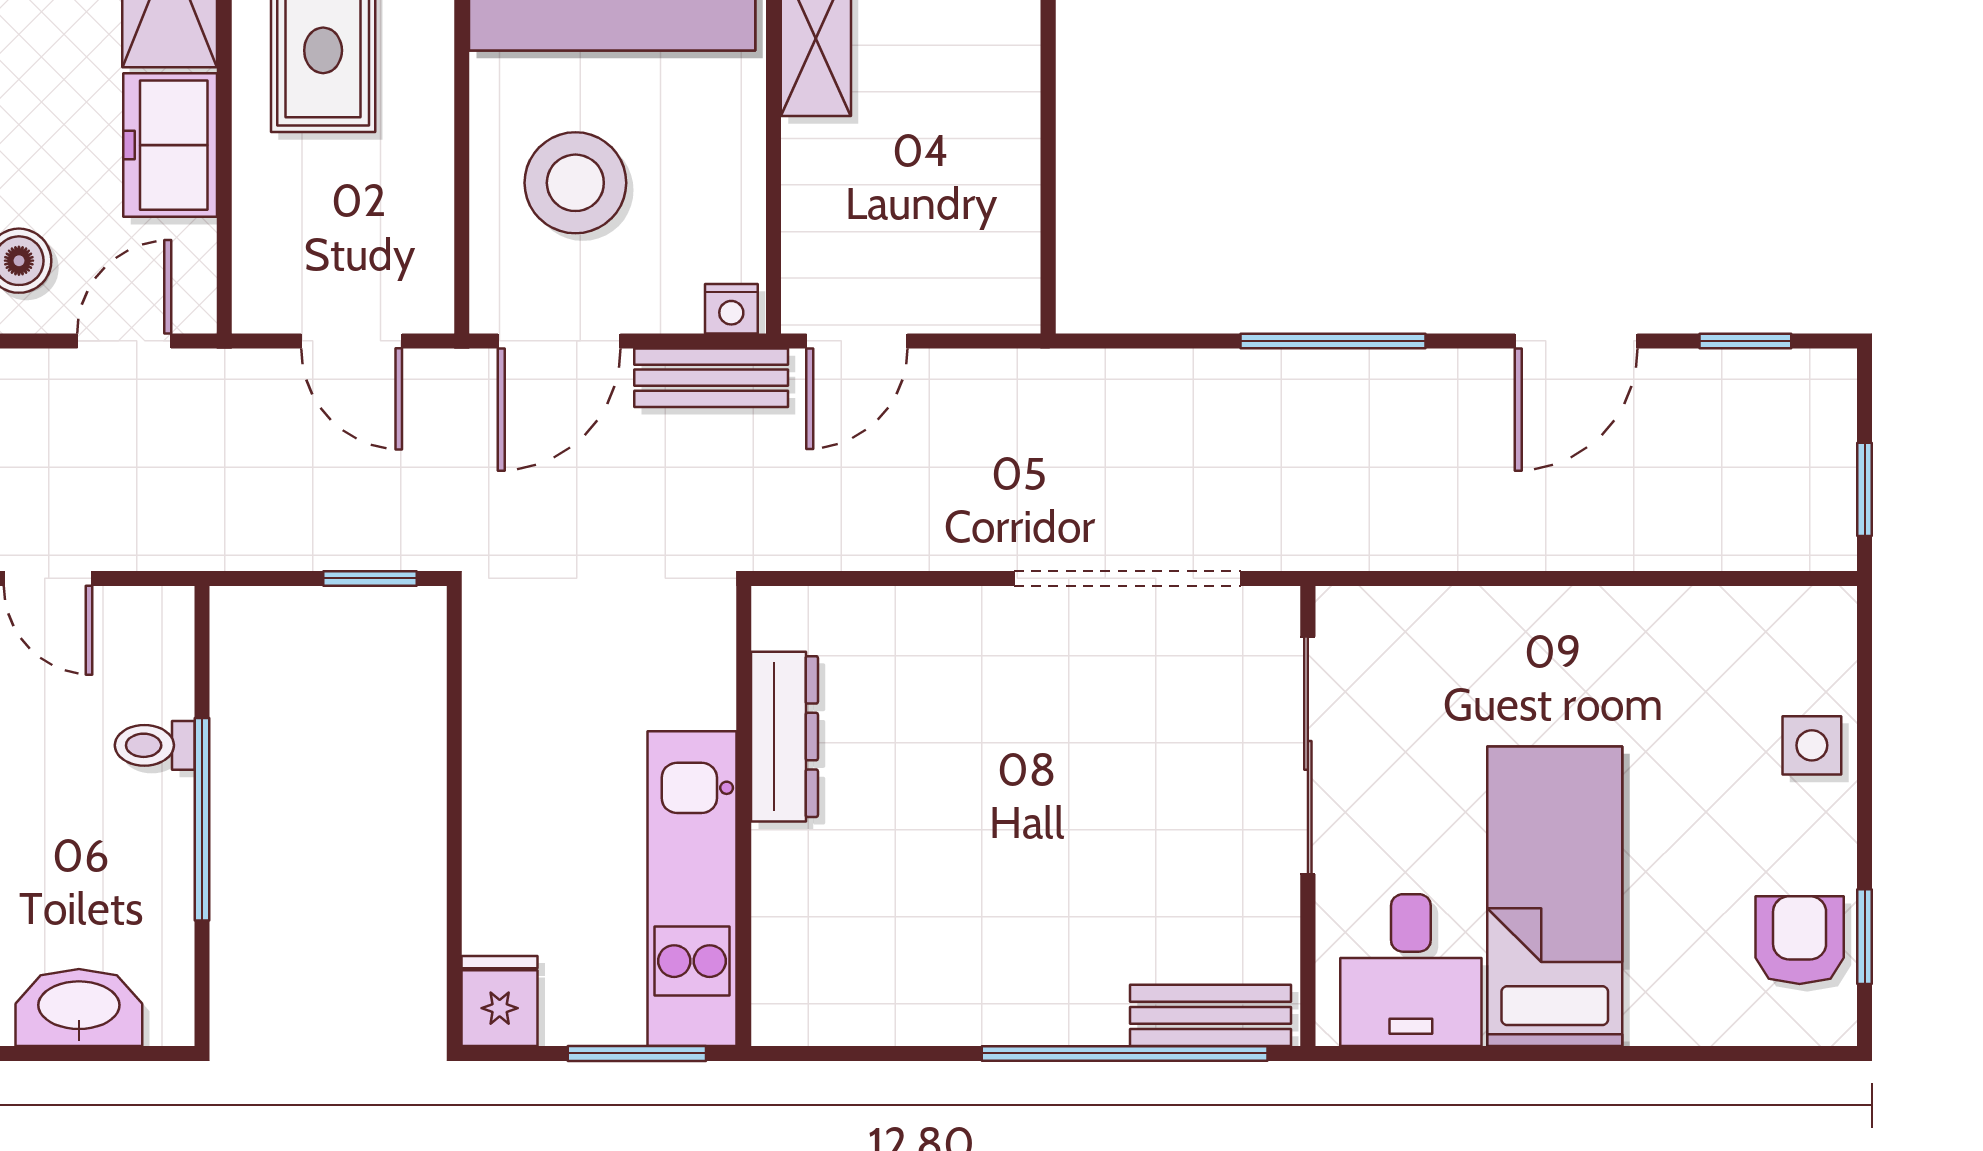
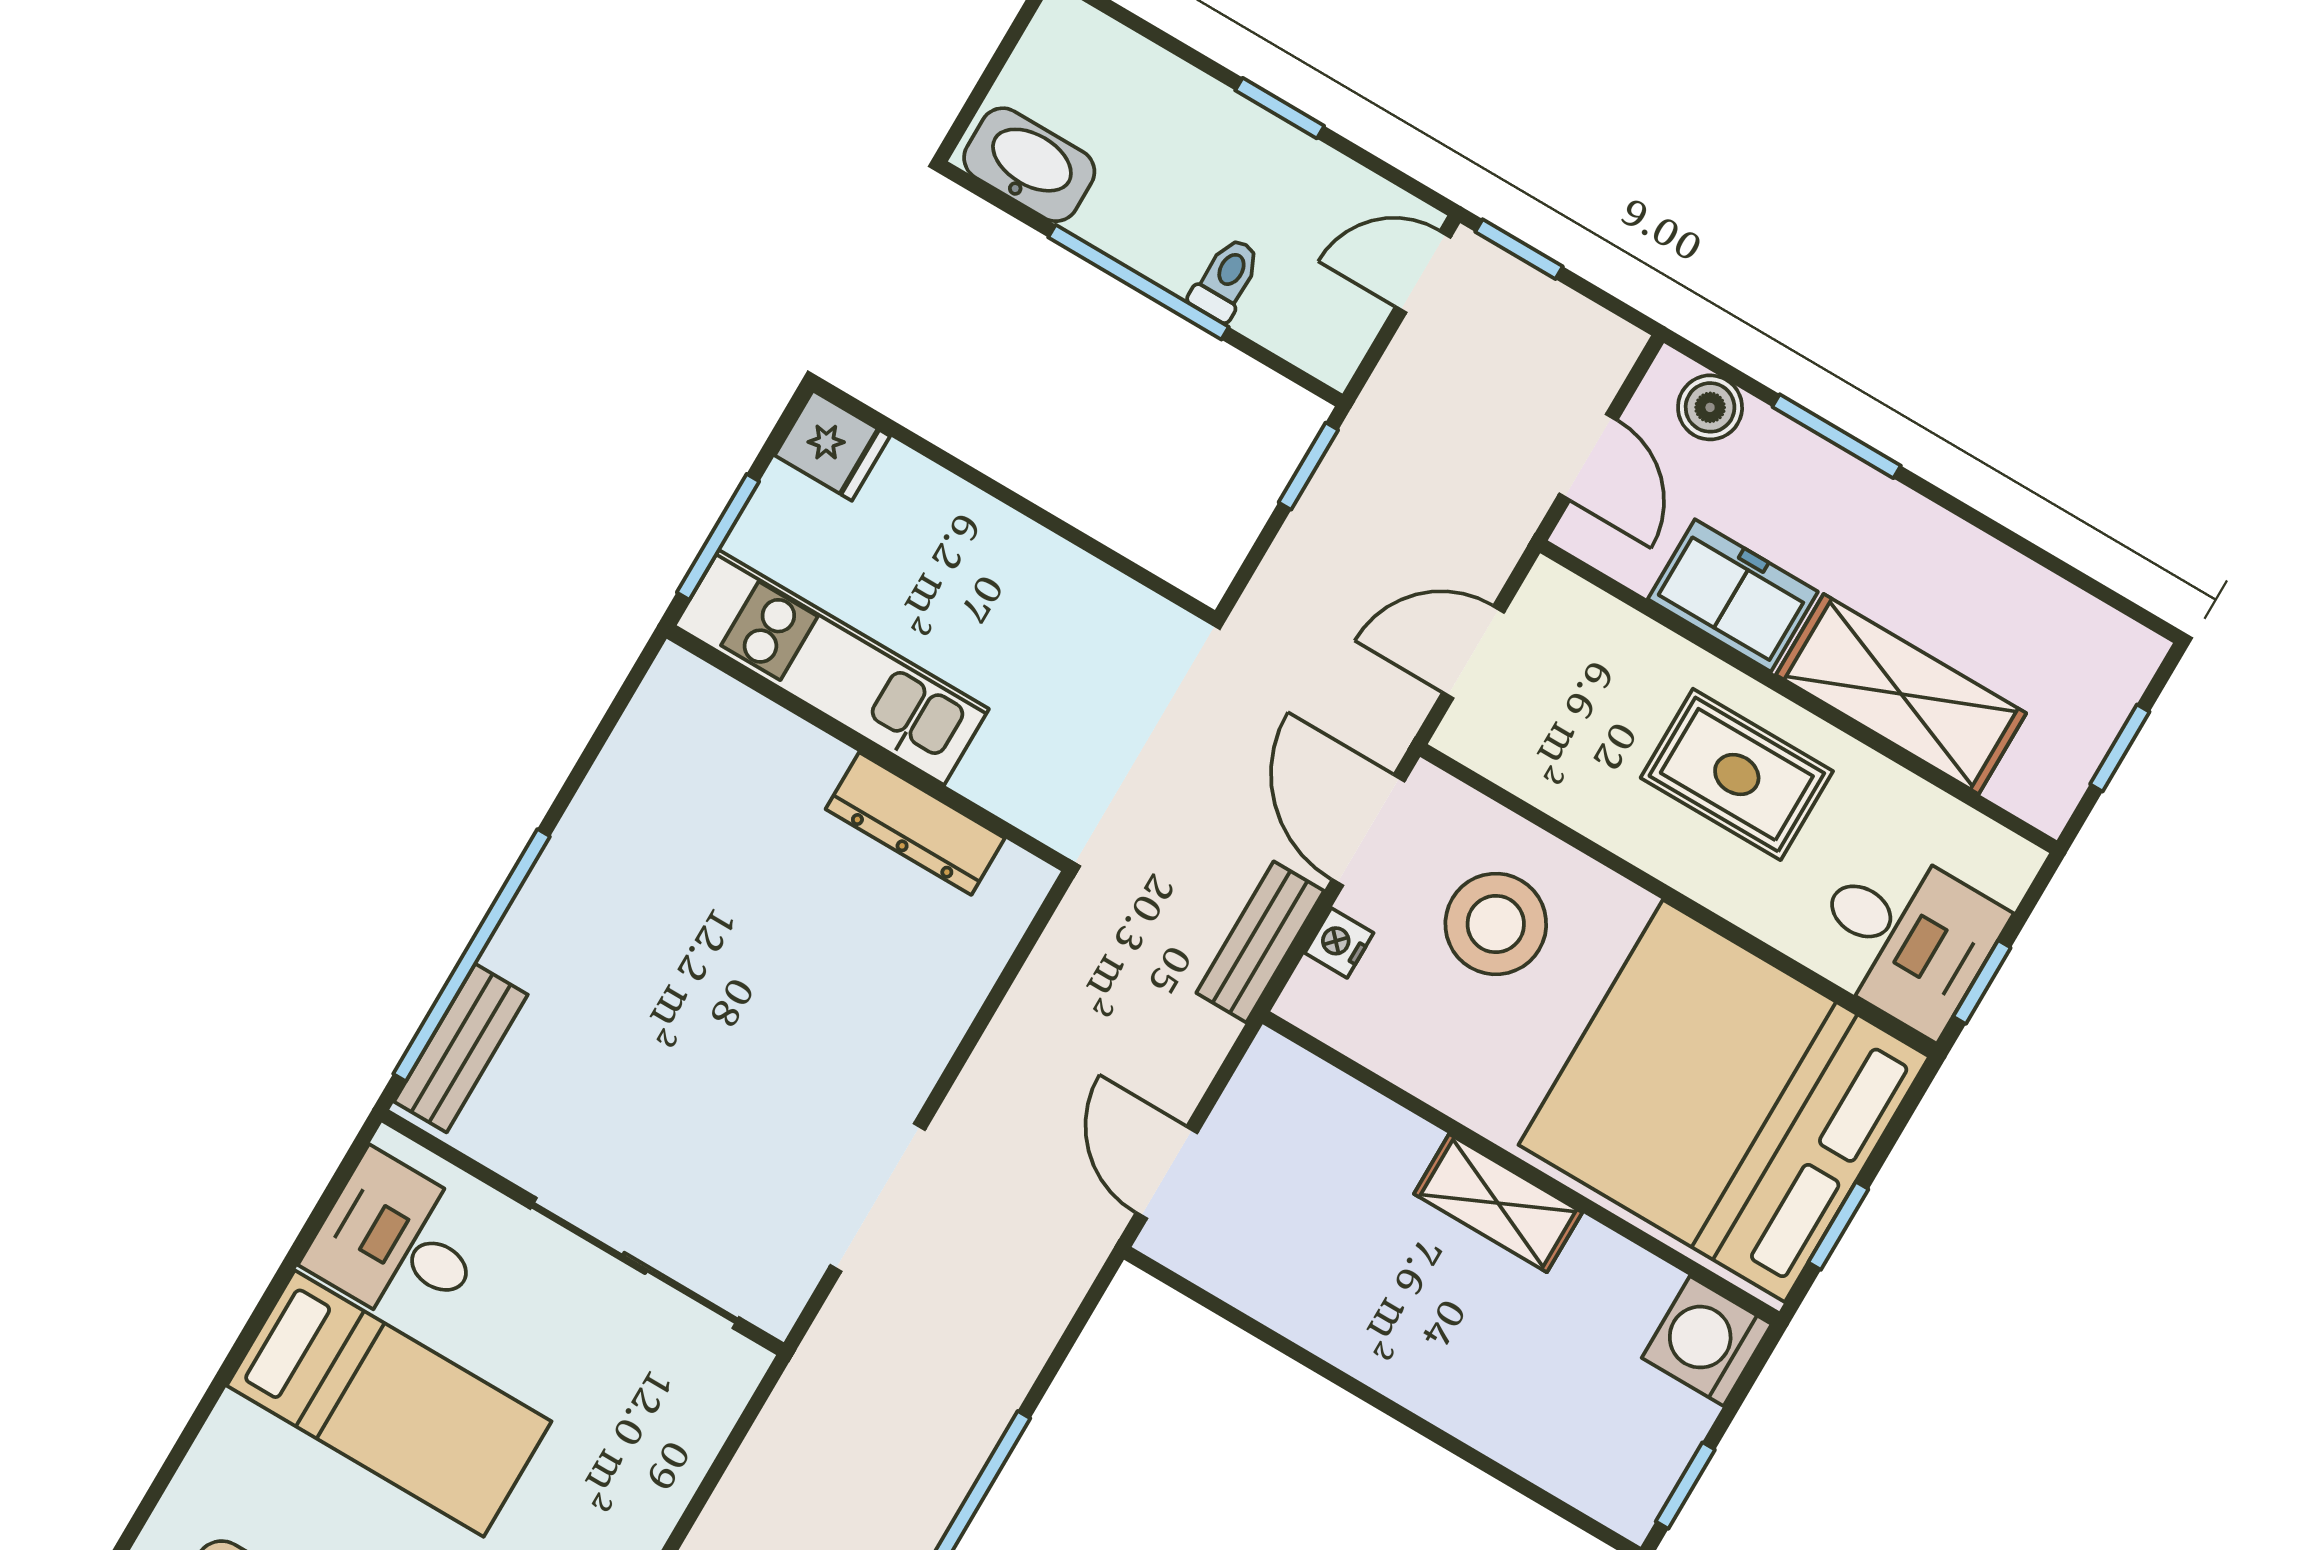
nightstand: (731, 309) -> (1339, 943), moved
door: (857, 341) -> (1167, 1173), moved
window: (370, 578) -> (1308, 466), moved
doorway: (1127, 578) -> (878, 1197), width x0.73
washbasin: (79, 1007) -> (1029, 165), moved, turned -90

